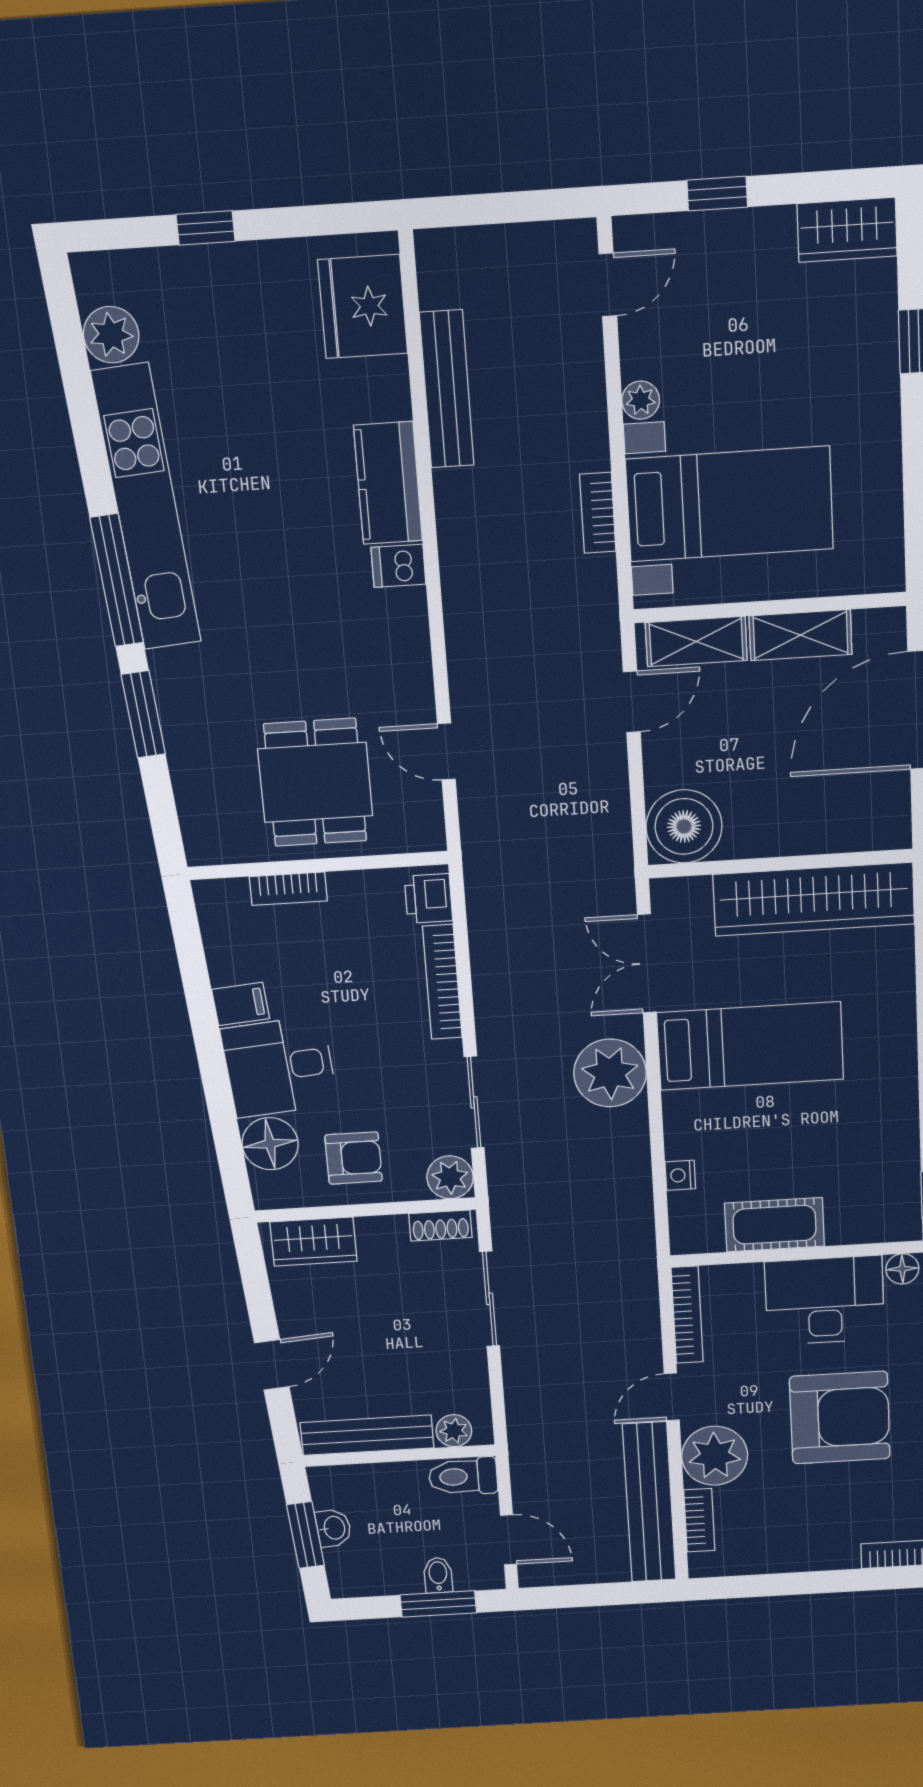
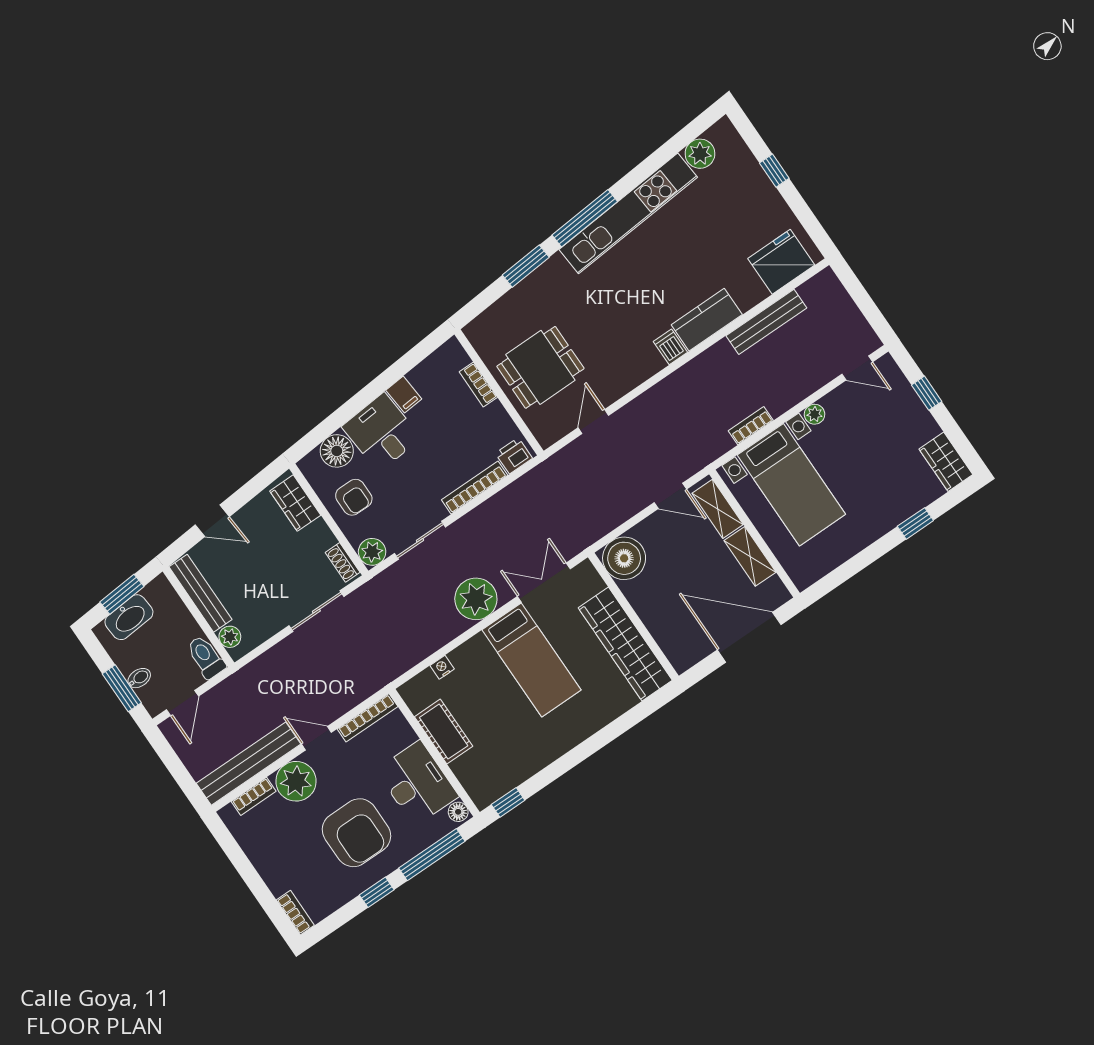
washbasin: (333, 1528) -> (129, 617), width x1.91, depth x1.45

